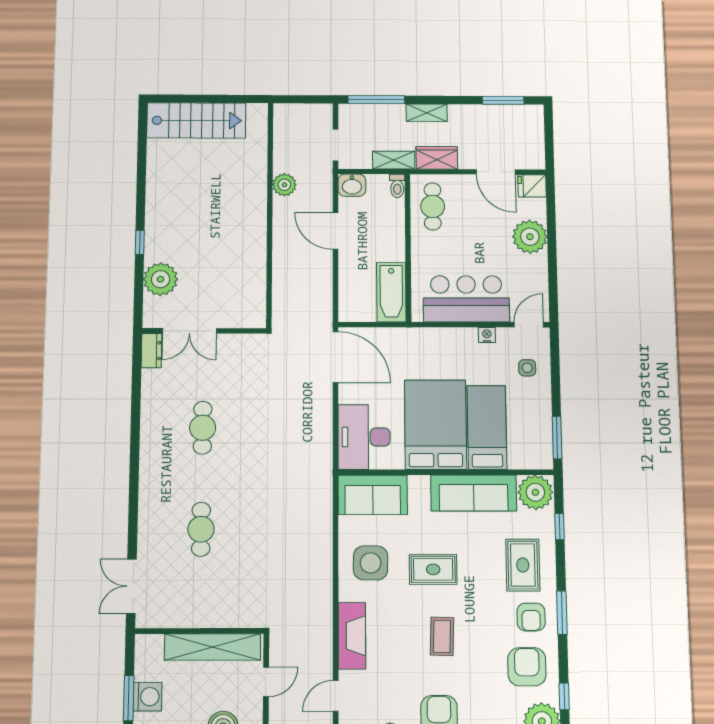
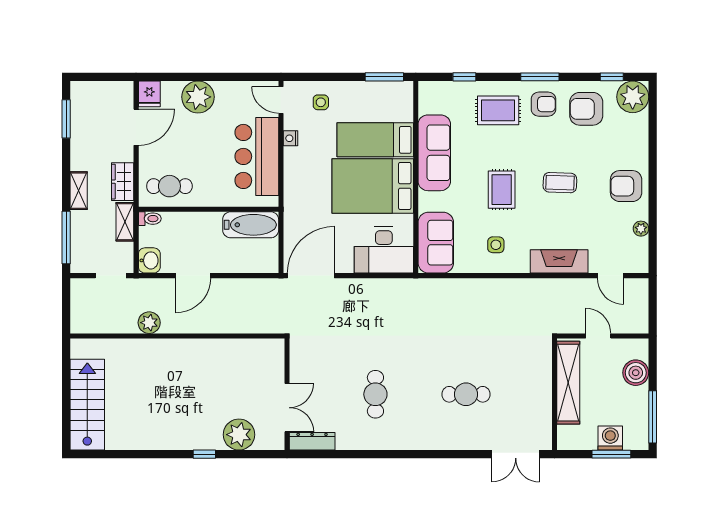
dresser: (151, 351) -> (312, 441), width x1.44
cafe table: (203, 428) -> (375, 394), turned 90
plant: (535, 492) -> (434, 98), removed
side table: (371, 563) -> (496, 245), width x0.54, depth x0.54

